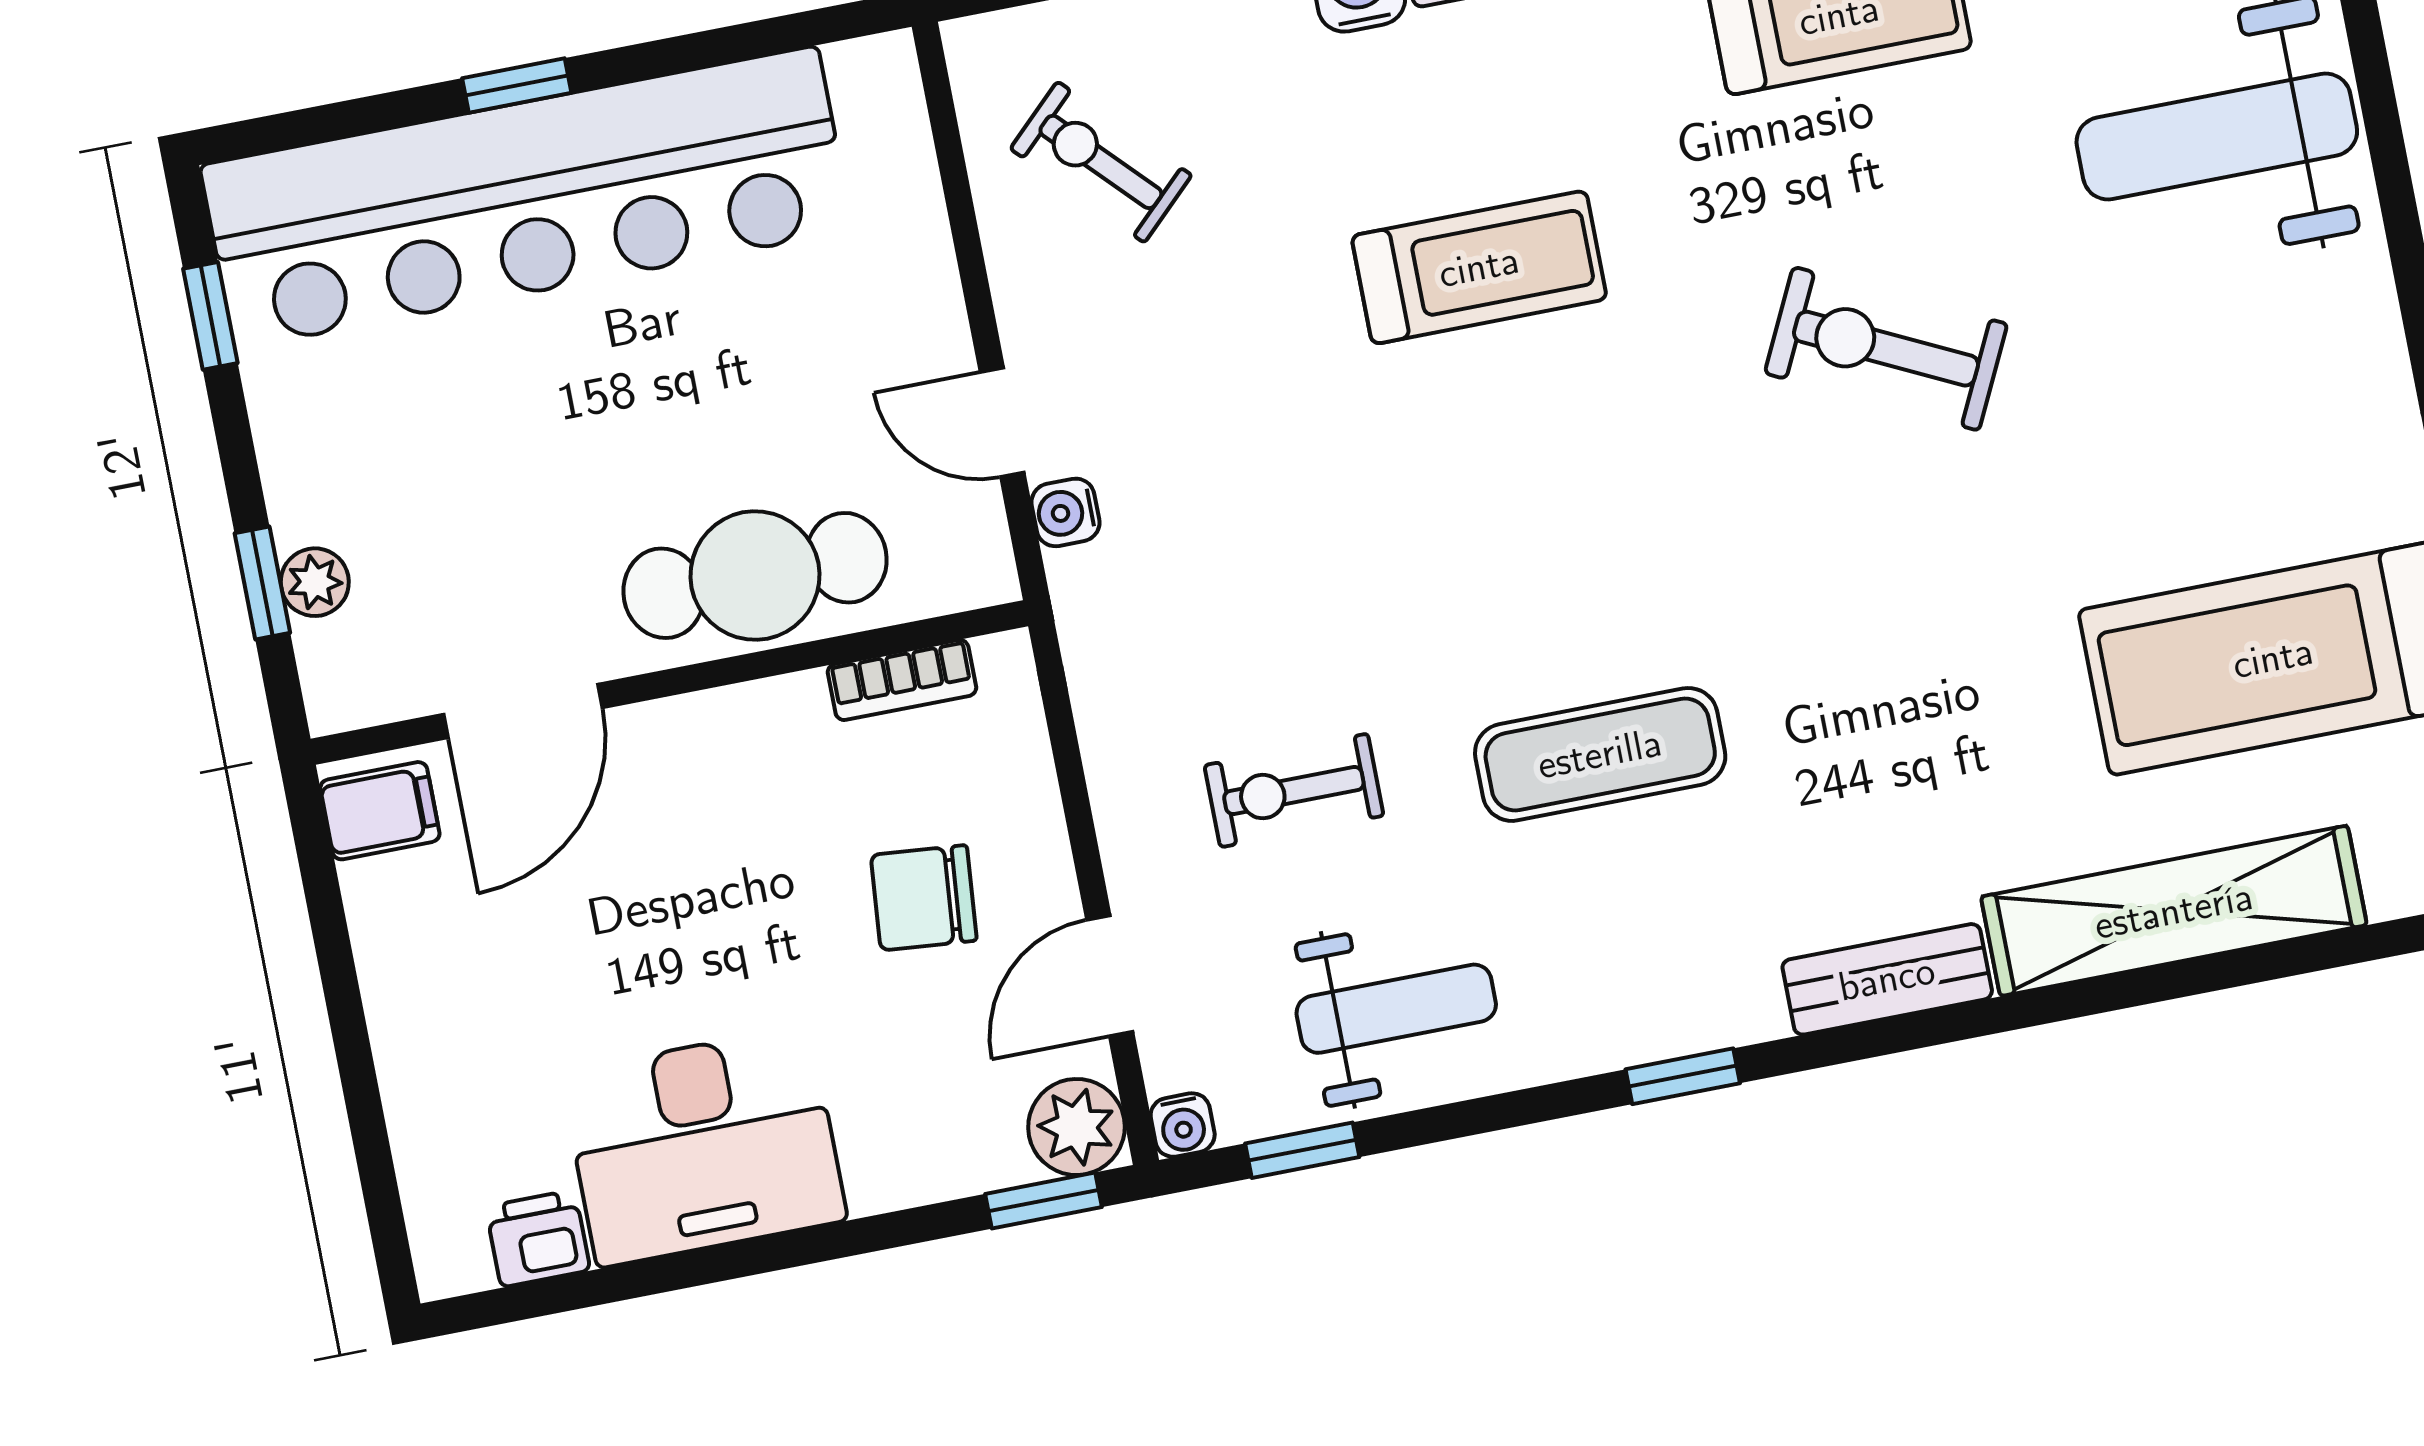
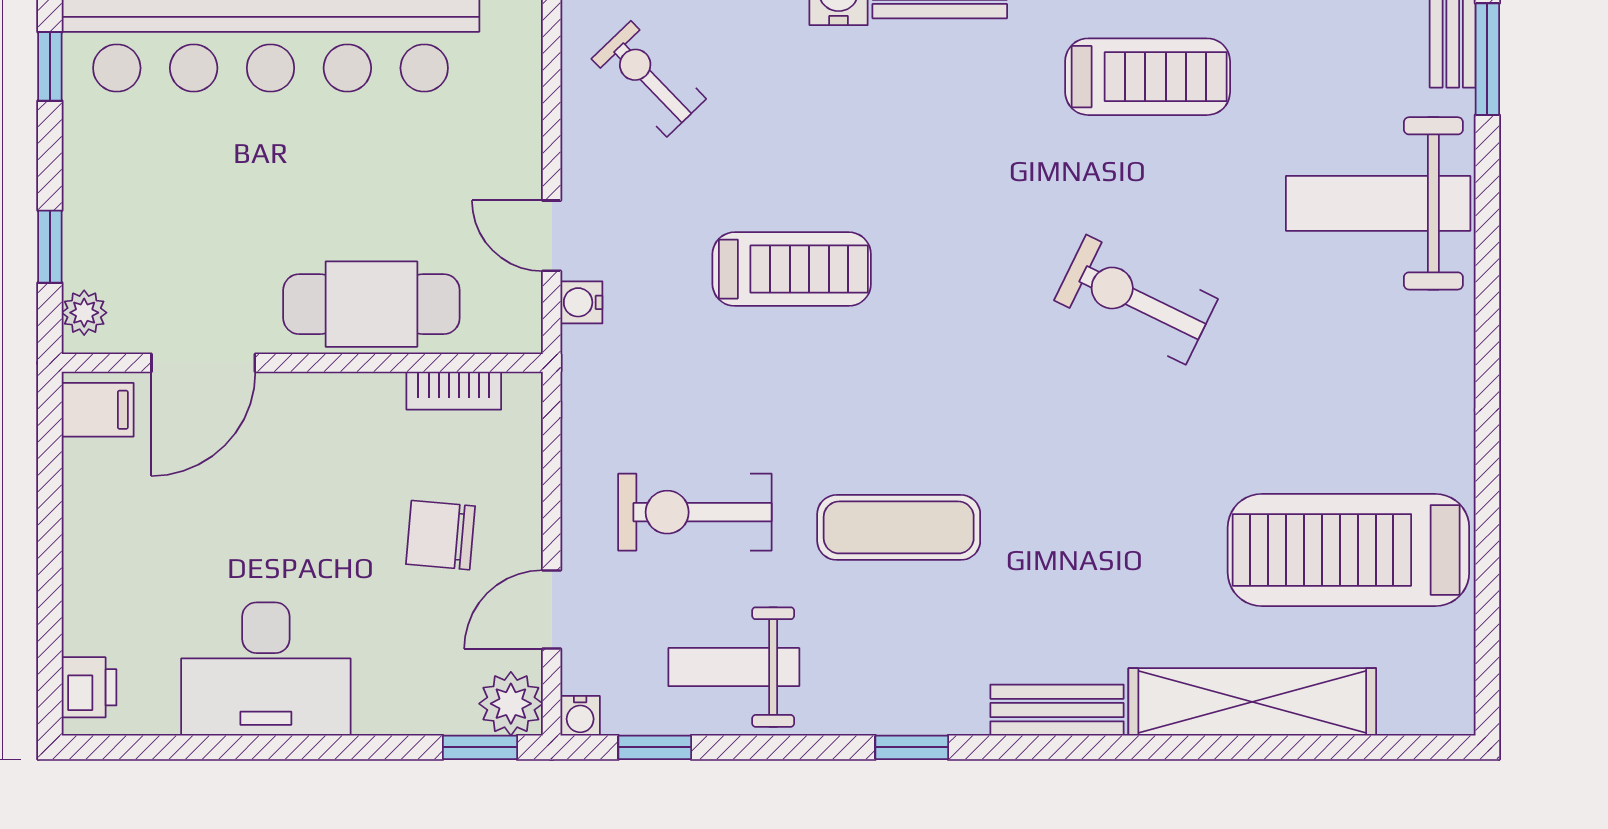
treadmill: (1479, 267) -> (792, 269), moved
plant: (315, 582) -> (84, 313), moved
exercise bike: (1294, 790) -> (695, 512), width x1.38, depth x1.39
weight bench: (1396, 1009) -> (734, 667), turned 180
printer: (538, 1239) -> (89, 687), moved, turned 90

